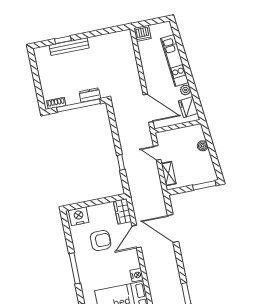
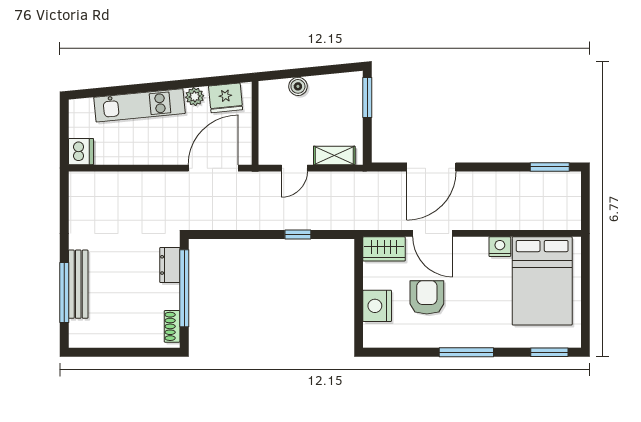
window: (63, 40) -> (64, 292), width x2.17
nightstand: (79, 216) -> (377, 306), moved

